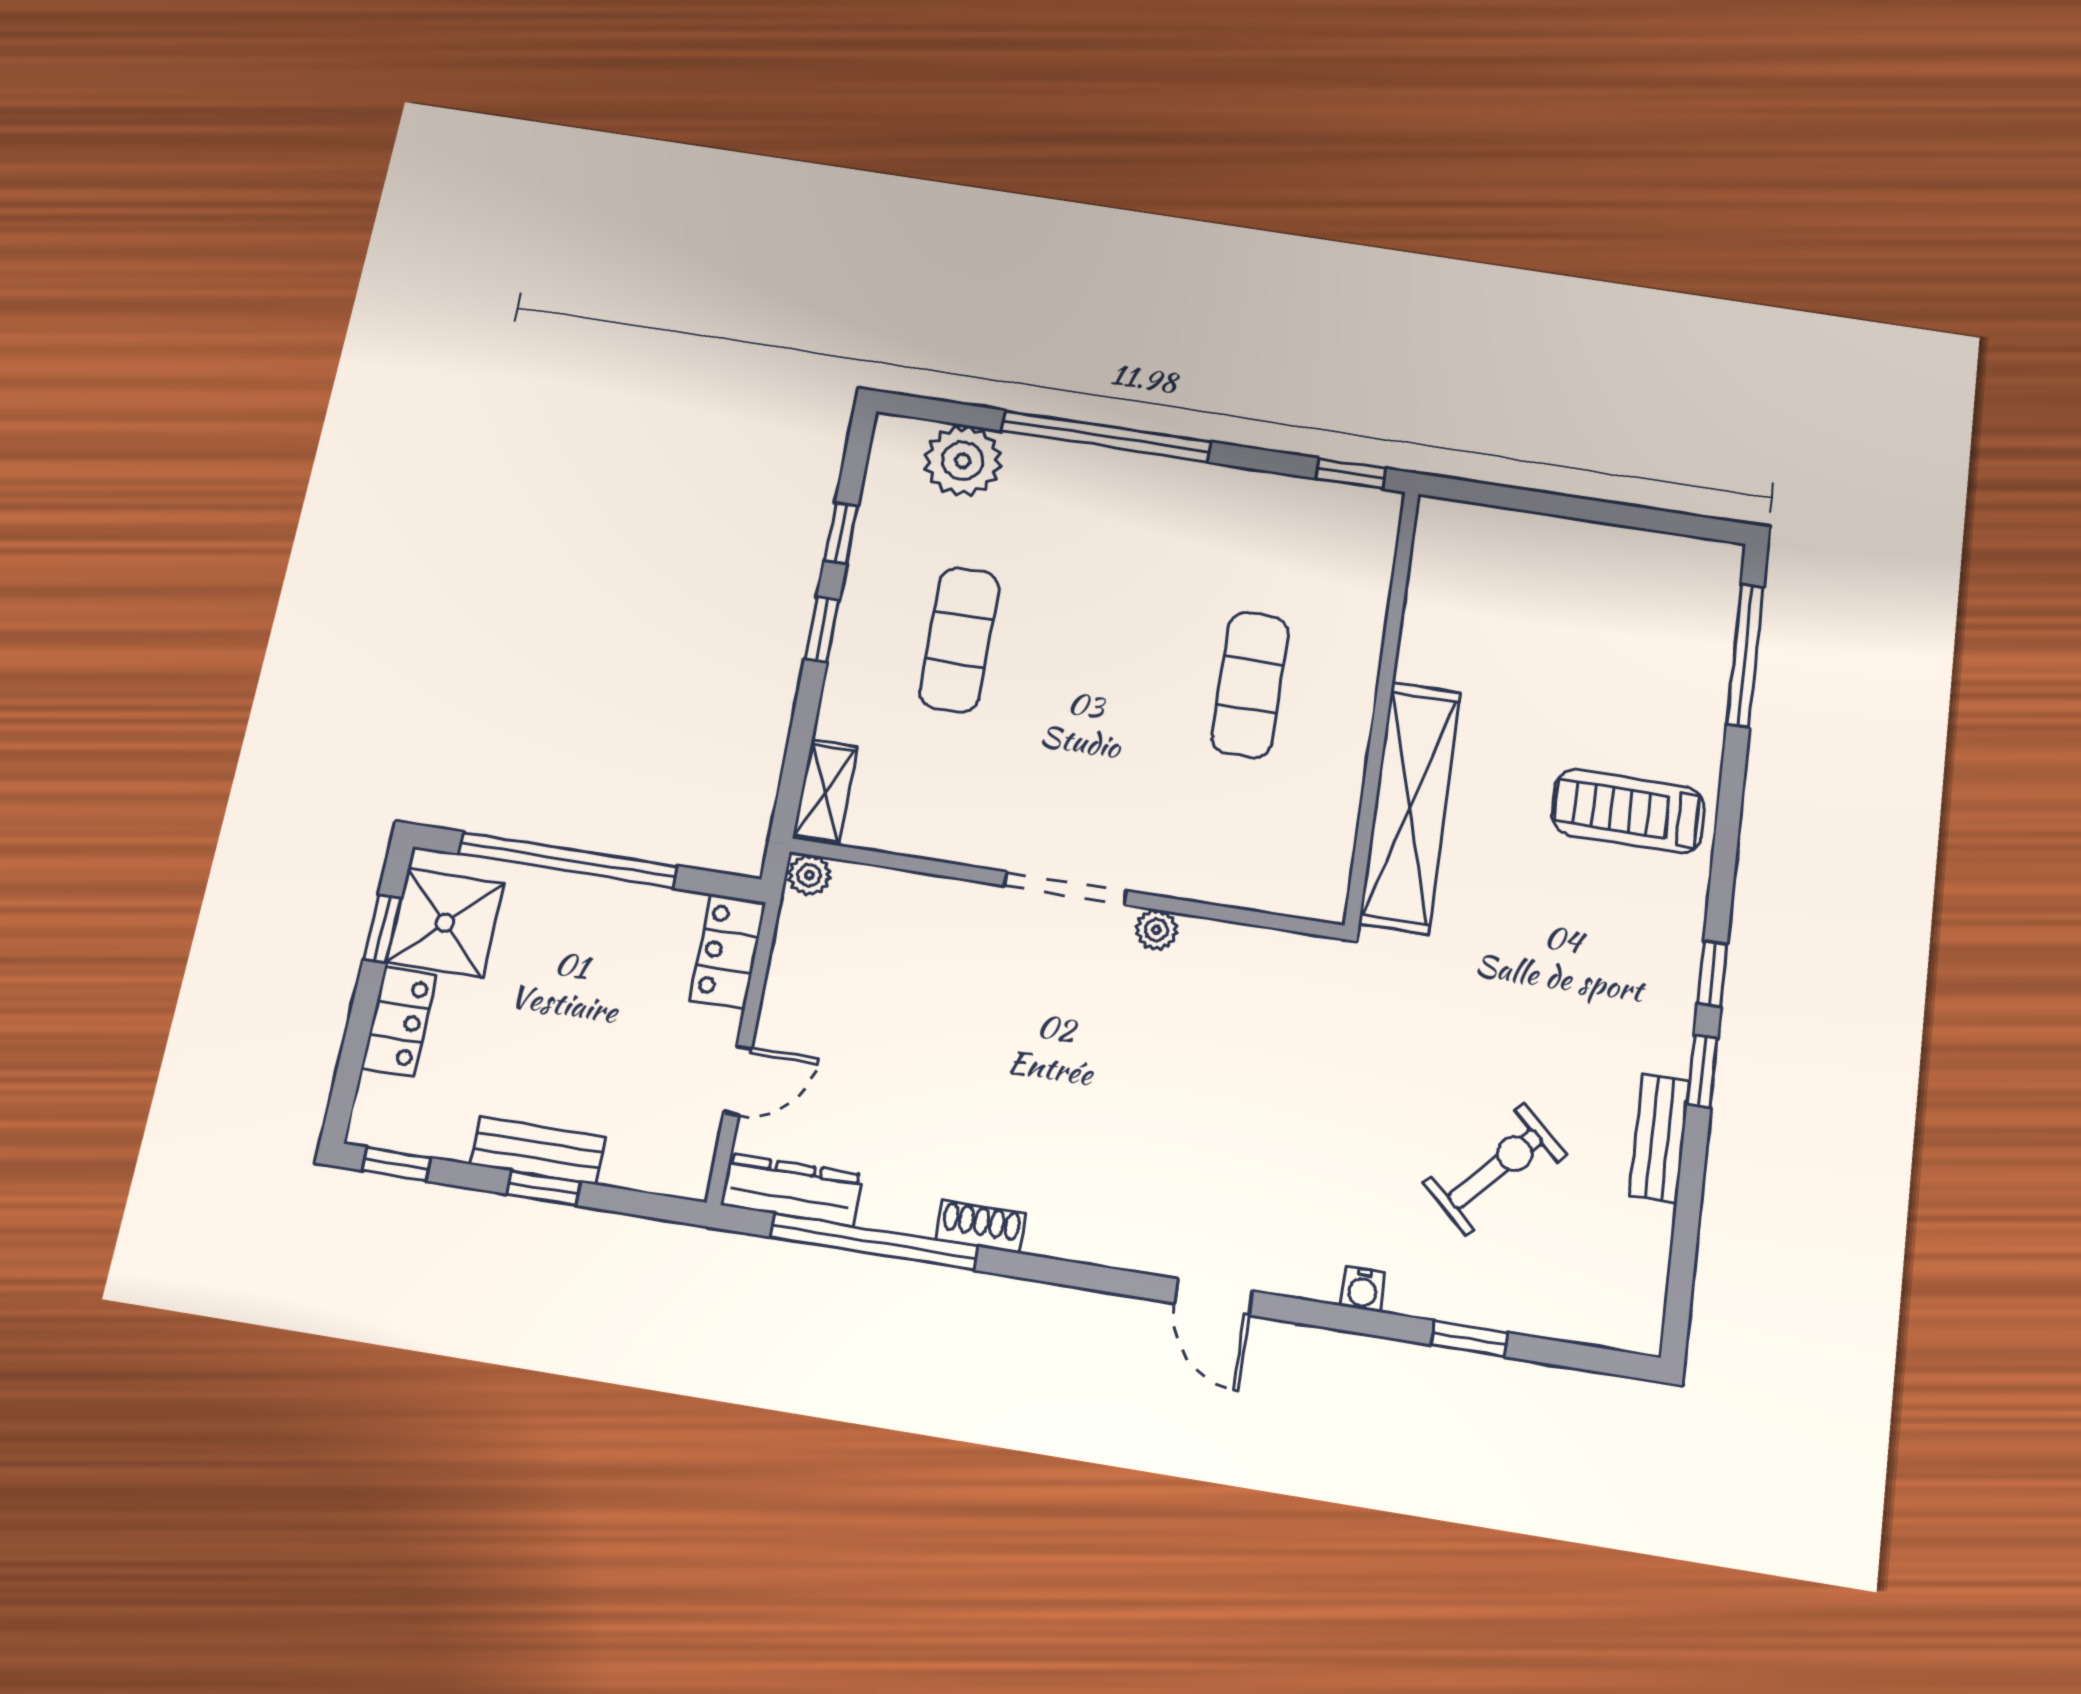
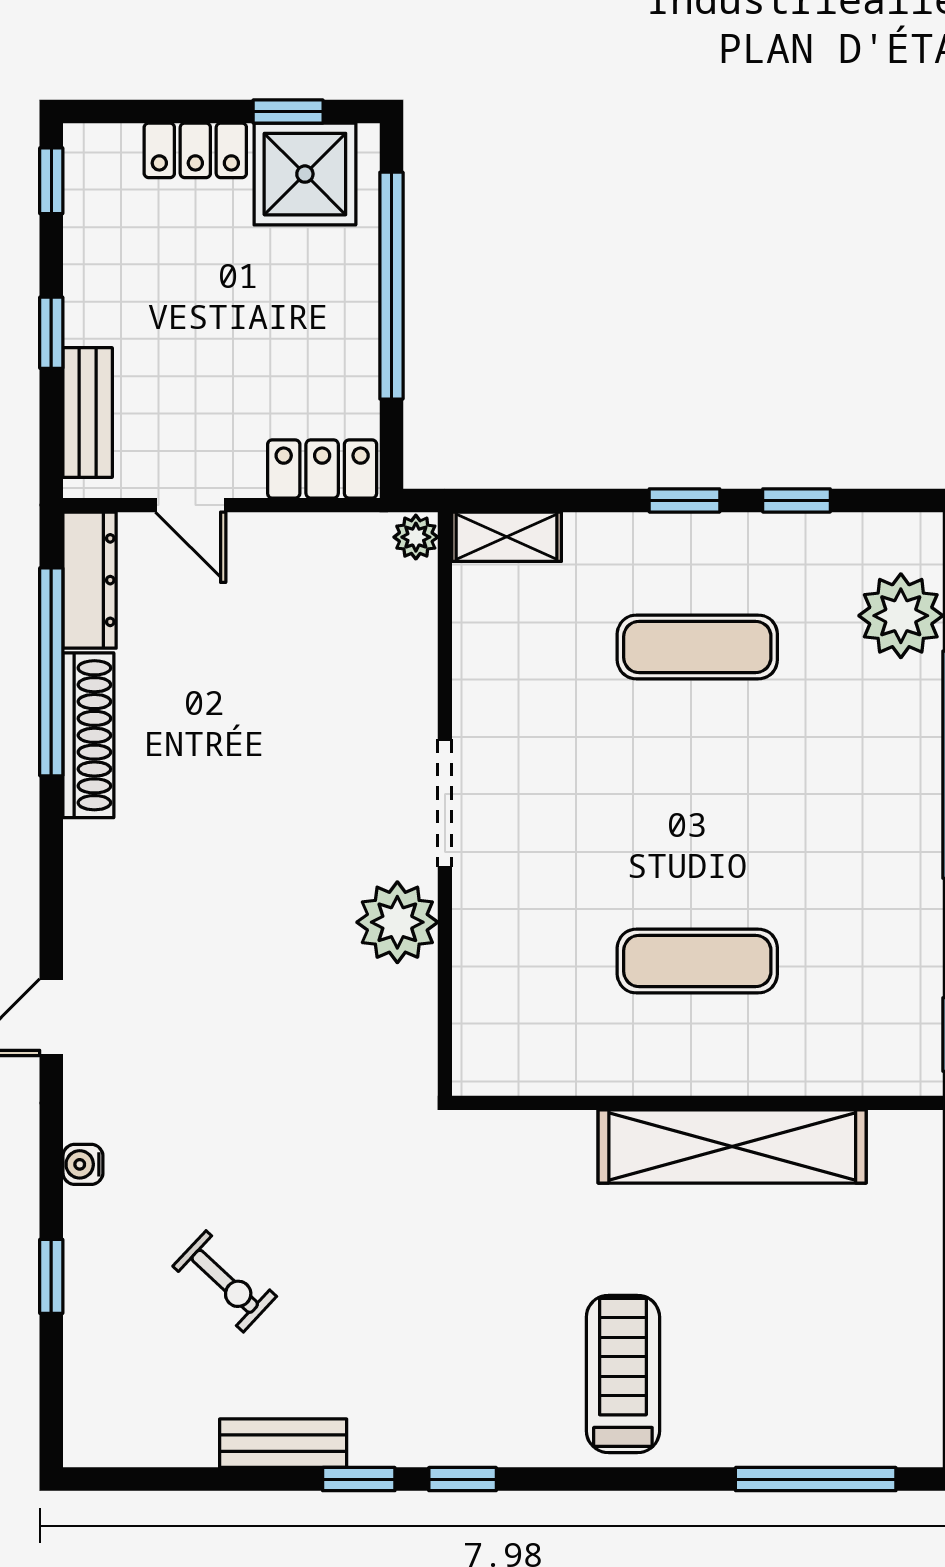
shelving: (1410, 807) -> (732, 1146), moved
plant: (1156, 930) -> (397, 922), width x1.88, depth x1.88
bench: (538, 1151) -> (88, 413), moved
exercise bike: (1495, 1169) -> (225, 1281), width x0.73, depth x0.72
shoe rack: (981, 1227) -> (88, 735), width x1.94, depth x1.24

